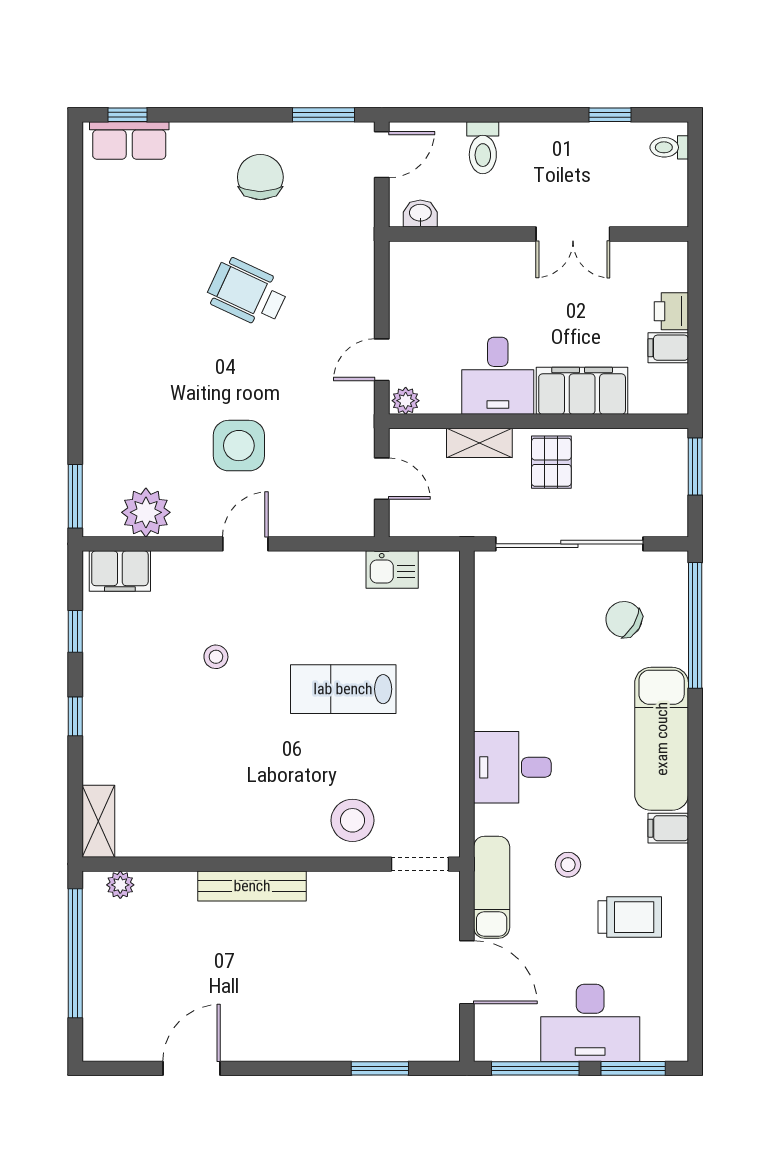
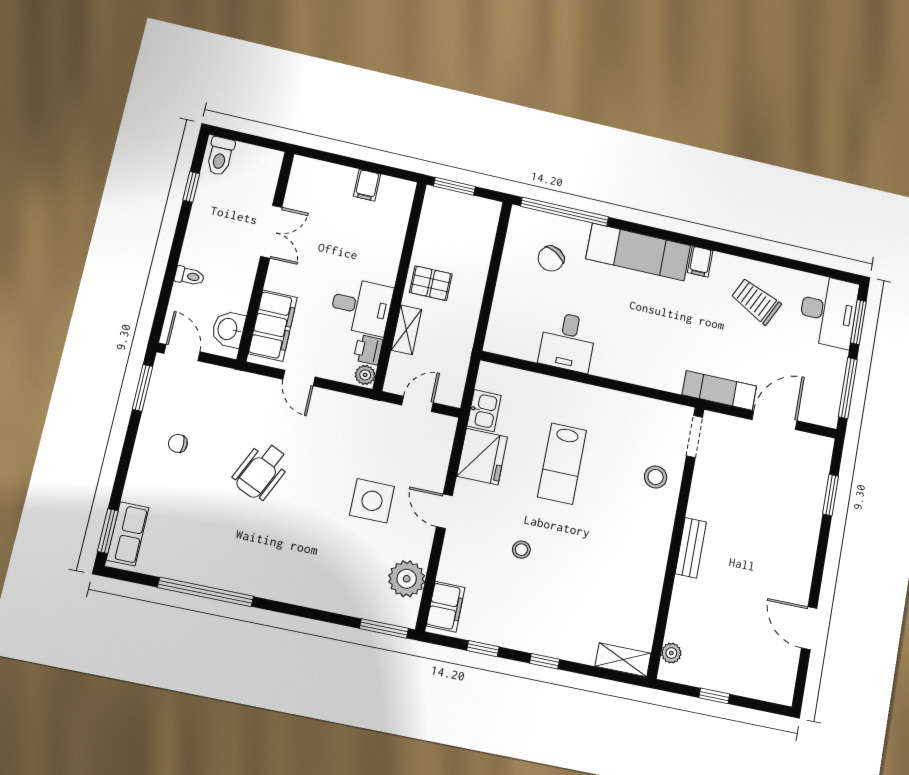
window: (127, 115) -> (108, 531), width x1.50
toilet: (669, 147) -> (220, 156), width x1.37, depth x1.39
toilet: (483, 148) -> (189, 276), width x0.73, depth x0.72
chair: (260, 177) -> (178, 443), width x0.54, depth x0.54
washbasin: (420, 213) -> (228, 329), width x1.38, depth x1.45
window: (75, 257) -> (206, 592), added
printer: (671, 311) -> (368, 350), moved, turned 90
door: (382, 360) -> (299, 378), moved
filing cabinet: (582, 391) -> (273, 326), moved, turned 180
sliding door: (569, 544) -> (491, 284), removed
fridge: (329, 580) -> (482, 457), added
desk: (512, 767) -> (568, 342), moved
stool: (352, 820) -> (656, 477), width x0.73, depth x0.73
stool: (568, 865) -> (713, 335), removed
bench: (252, 886) -> (691, 548), width x0.73
trolley: (630, 917) -> (756, 301), turned -64
window: (75, 953) -> (714, 696), width x0.32
desk: (590, 1023) -> (828, 311), moved

